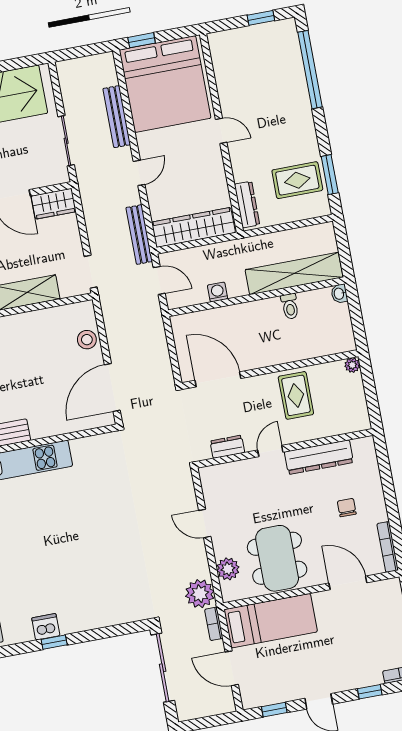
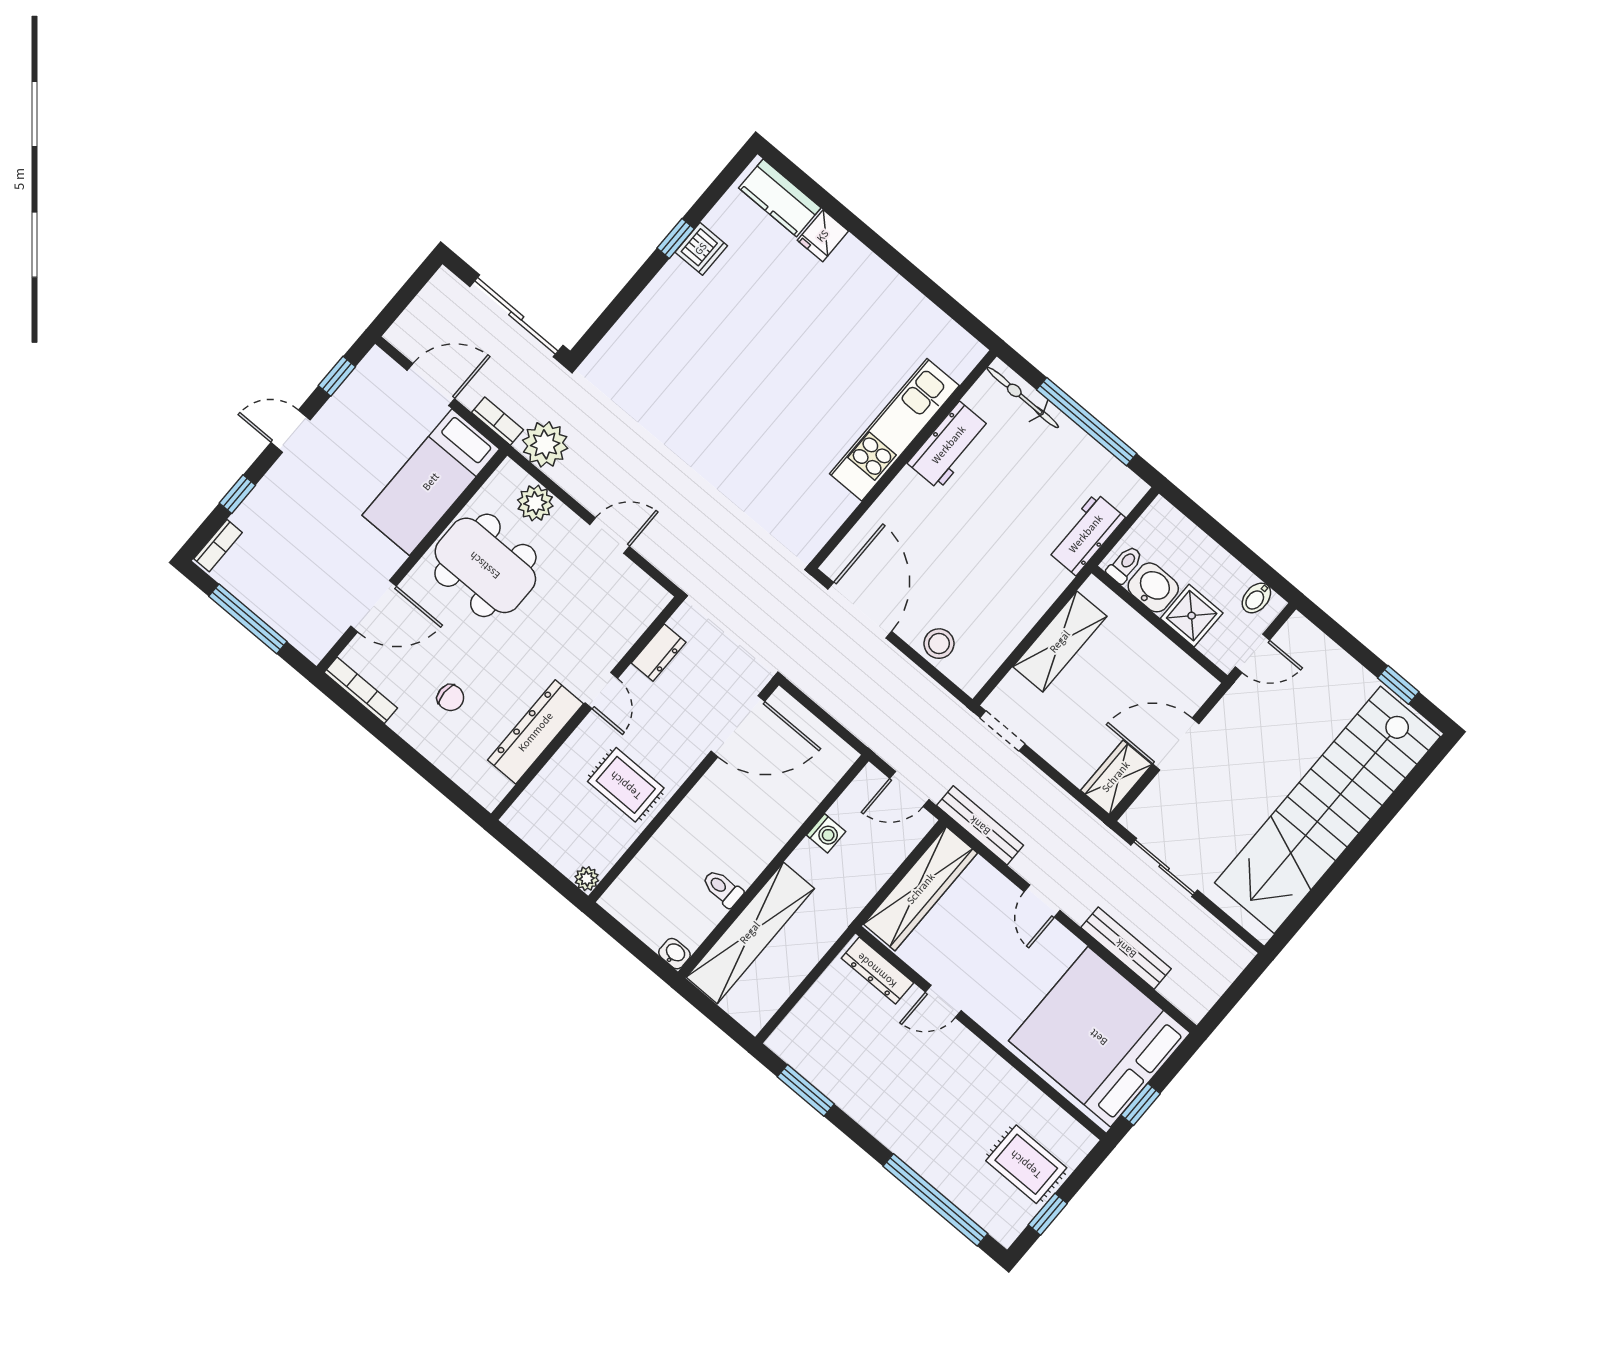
window: (142, 40) -> (1141, 1104), moved
door: (221, 131) -> (943, 1001), moved
rug: (297, 180) -> (1026, 1164), moved, turned 90

